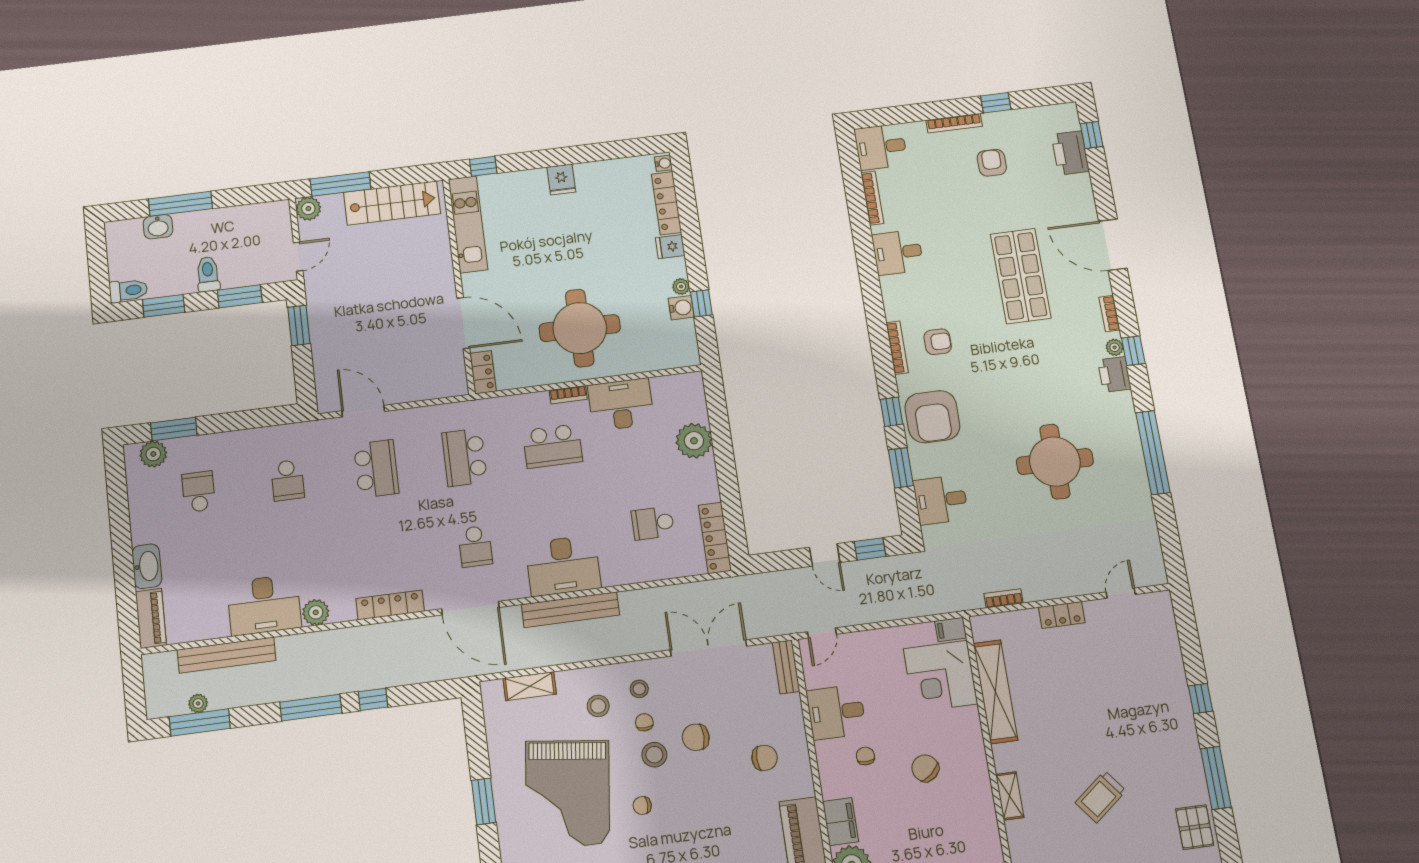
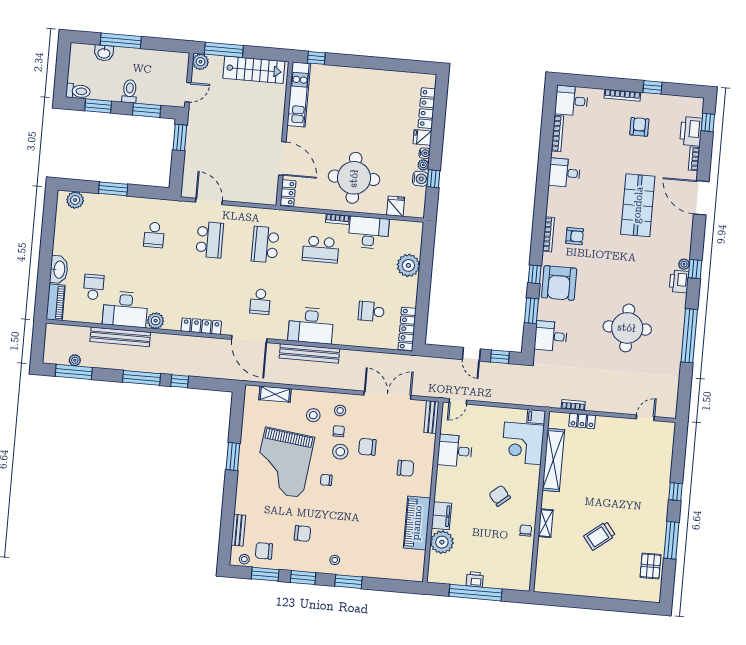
water cooler: (663, 163) -> (425, 153), moved
fridge: (561, 180) -> (396, 206), moved, turned 180
bookcase: (1109, 314) -> (694, 159), moved
window: (174, 429) -> (113, 189), moved
school desk: (199, 492) -> (94, 287), moved
locker: (1062, 615) -> (582, 421), moved
bench: (227, 655) -> (120, 337), moved
chair: (865, 756) -> (526, 530), moved

